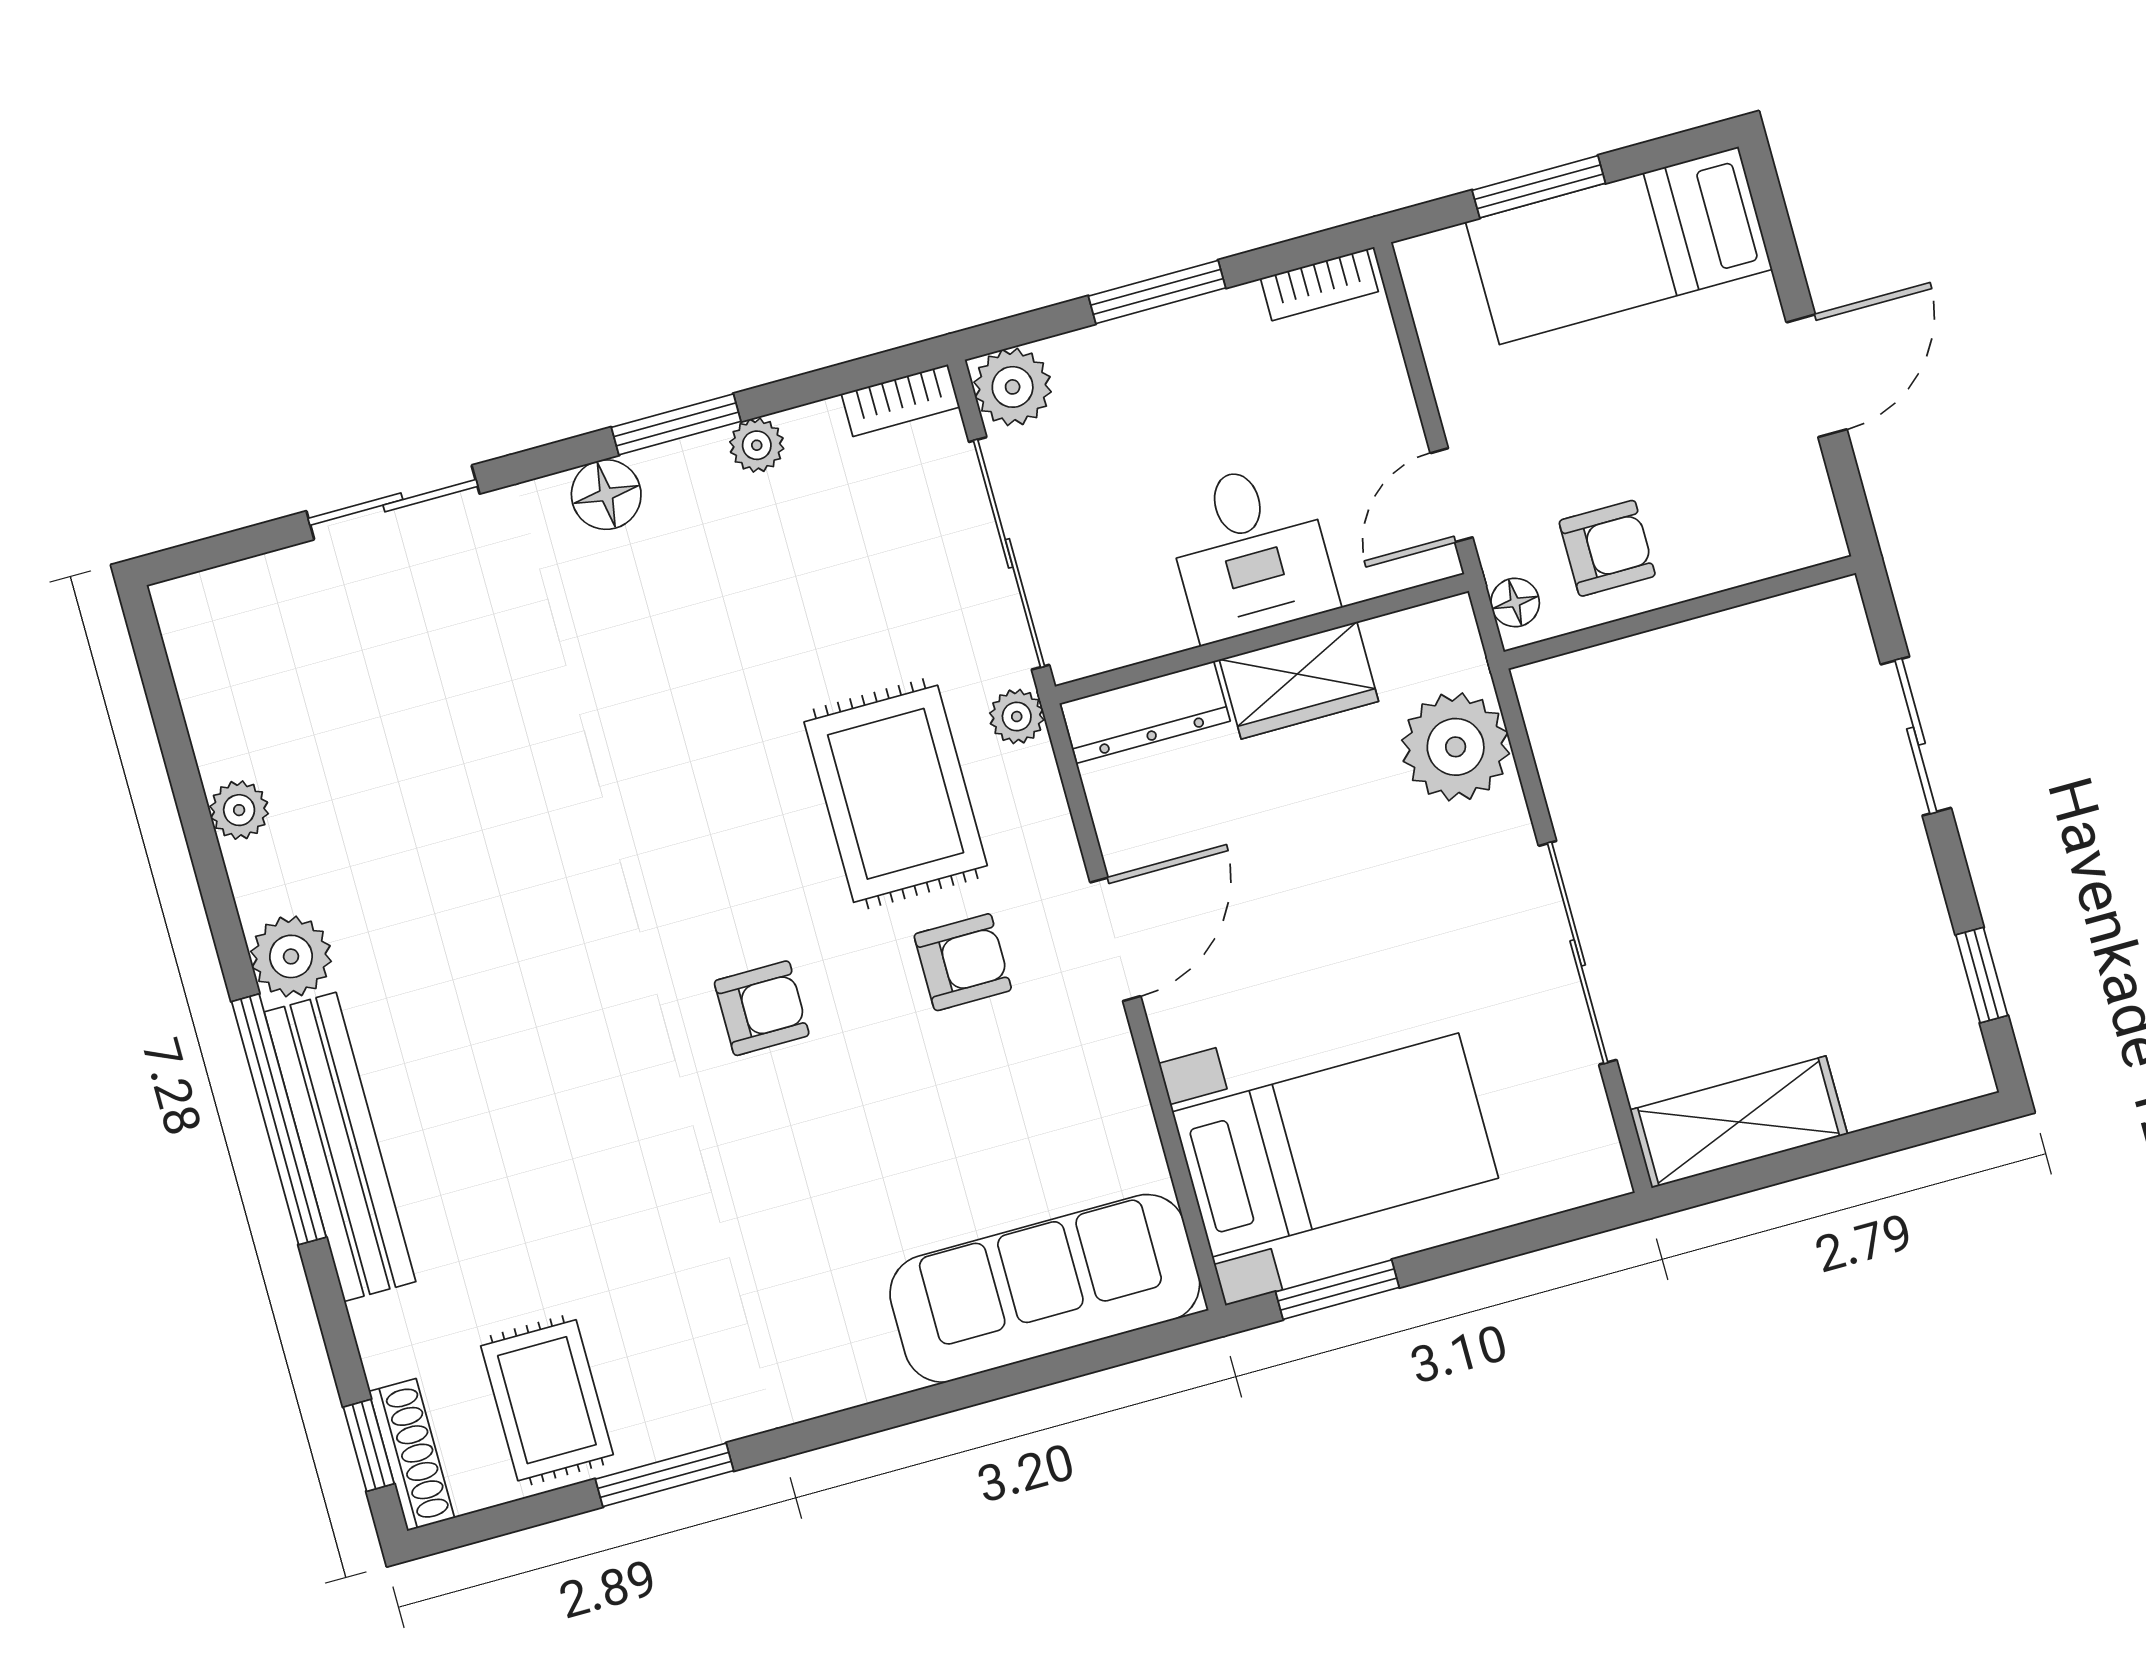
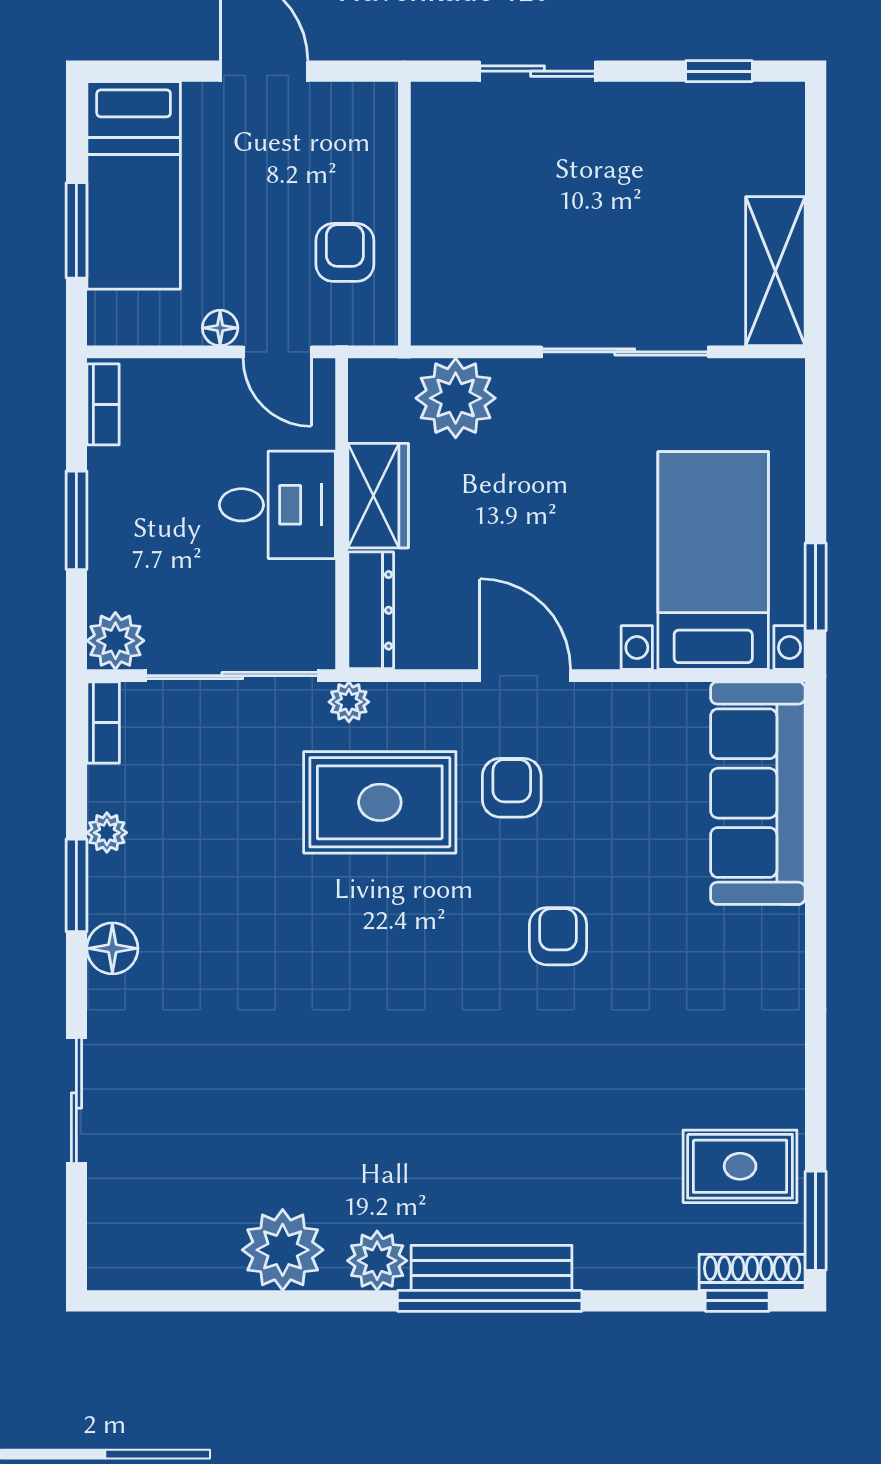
floor lamp: (1515, 602) -> (220, 328), moved
plant: (239, 810) -> (283, 1250), width x1.88, depth x1.88
armchair: (762, 1008) -> (558, 936), moved
bench: (340, 1147) -> (492, 1268), width x0.73, depth x0.82
window: (665, 1475) -> (816, 1221), moved

